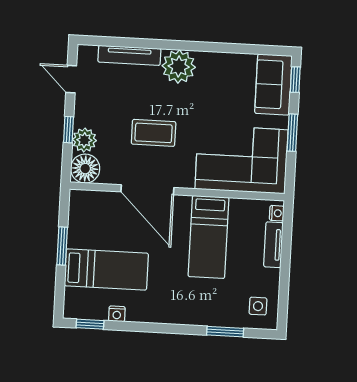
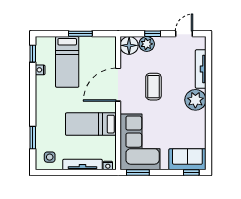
window: (292, 133) -> (138, 173), moved
tv unit: (273, 245) -> (83, 165), width x1.41

